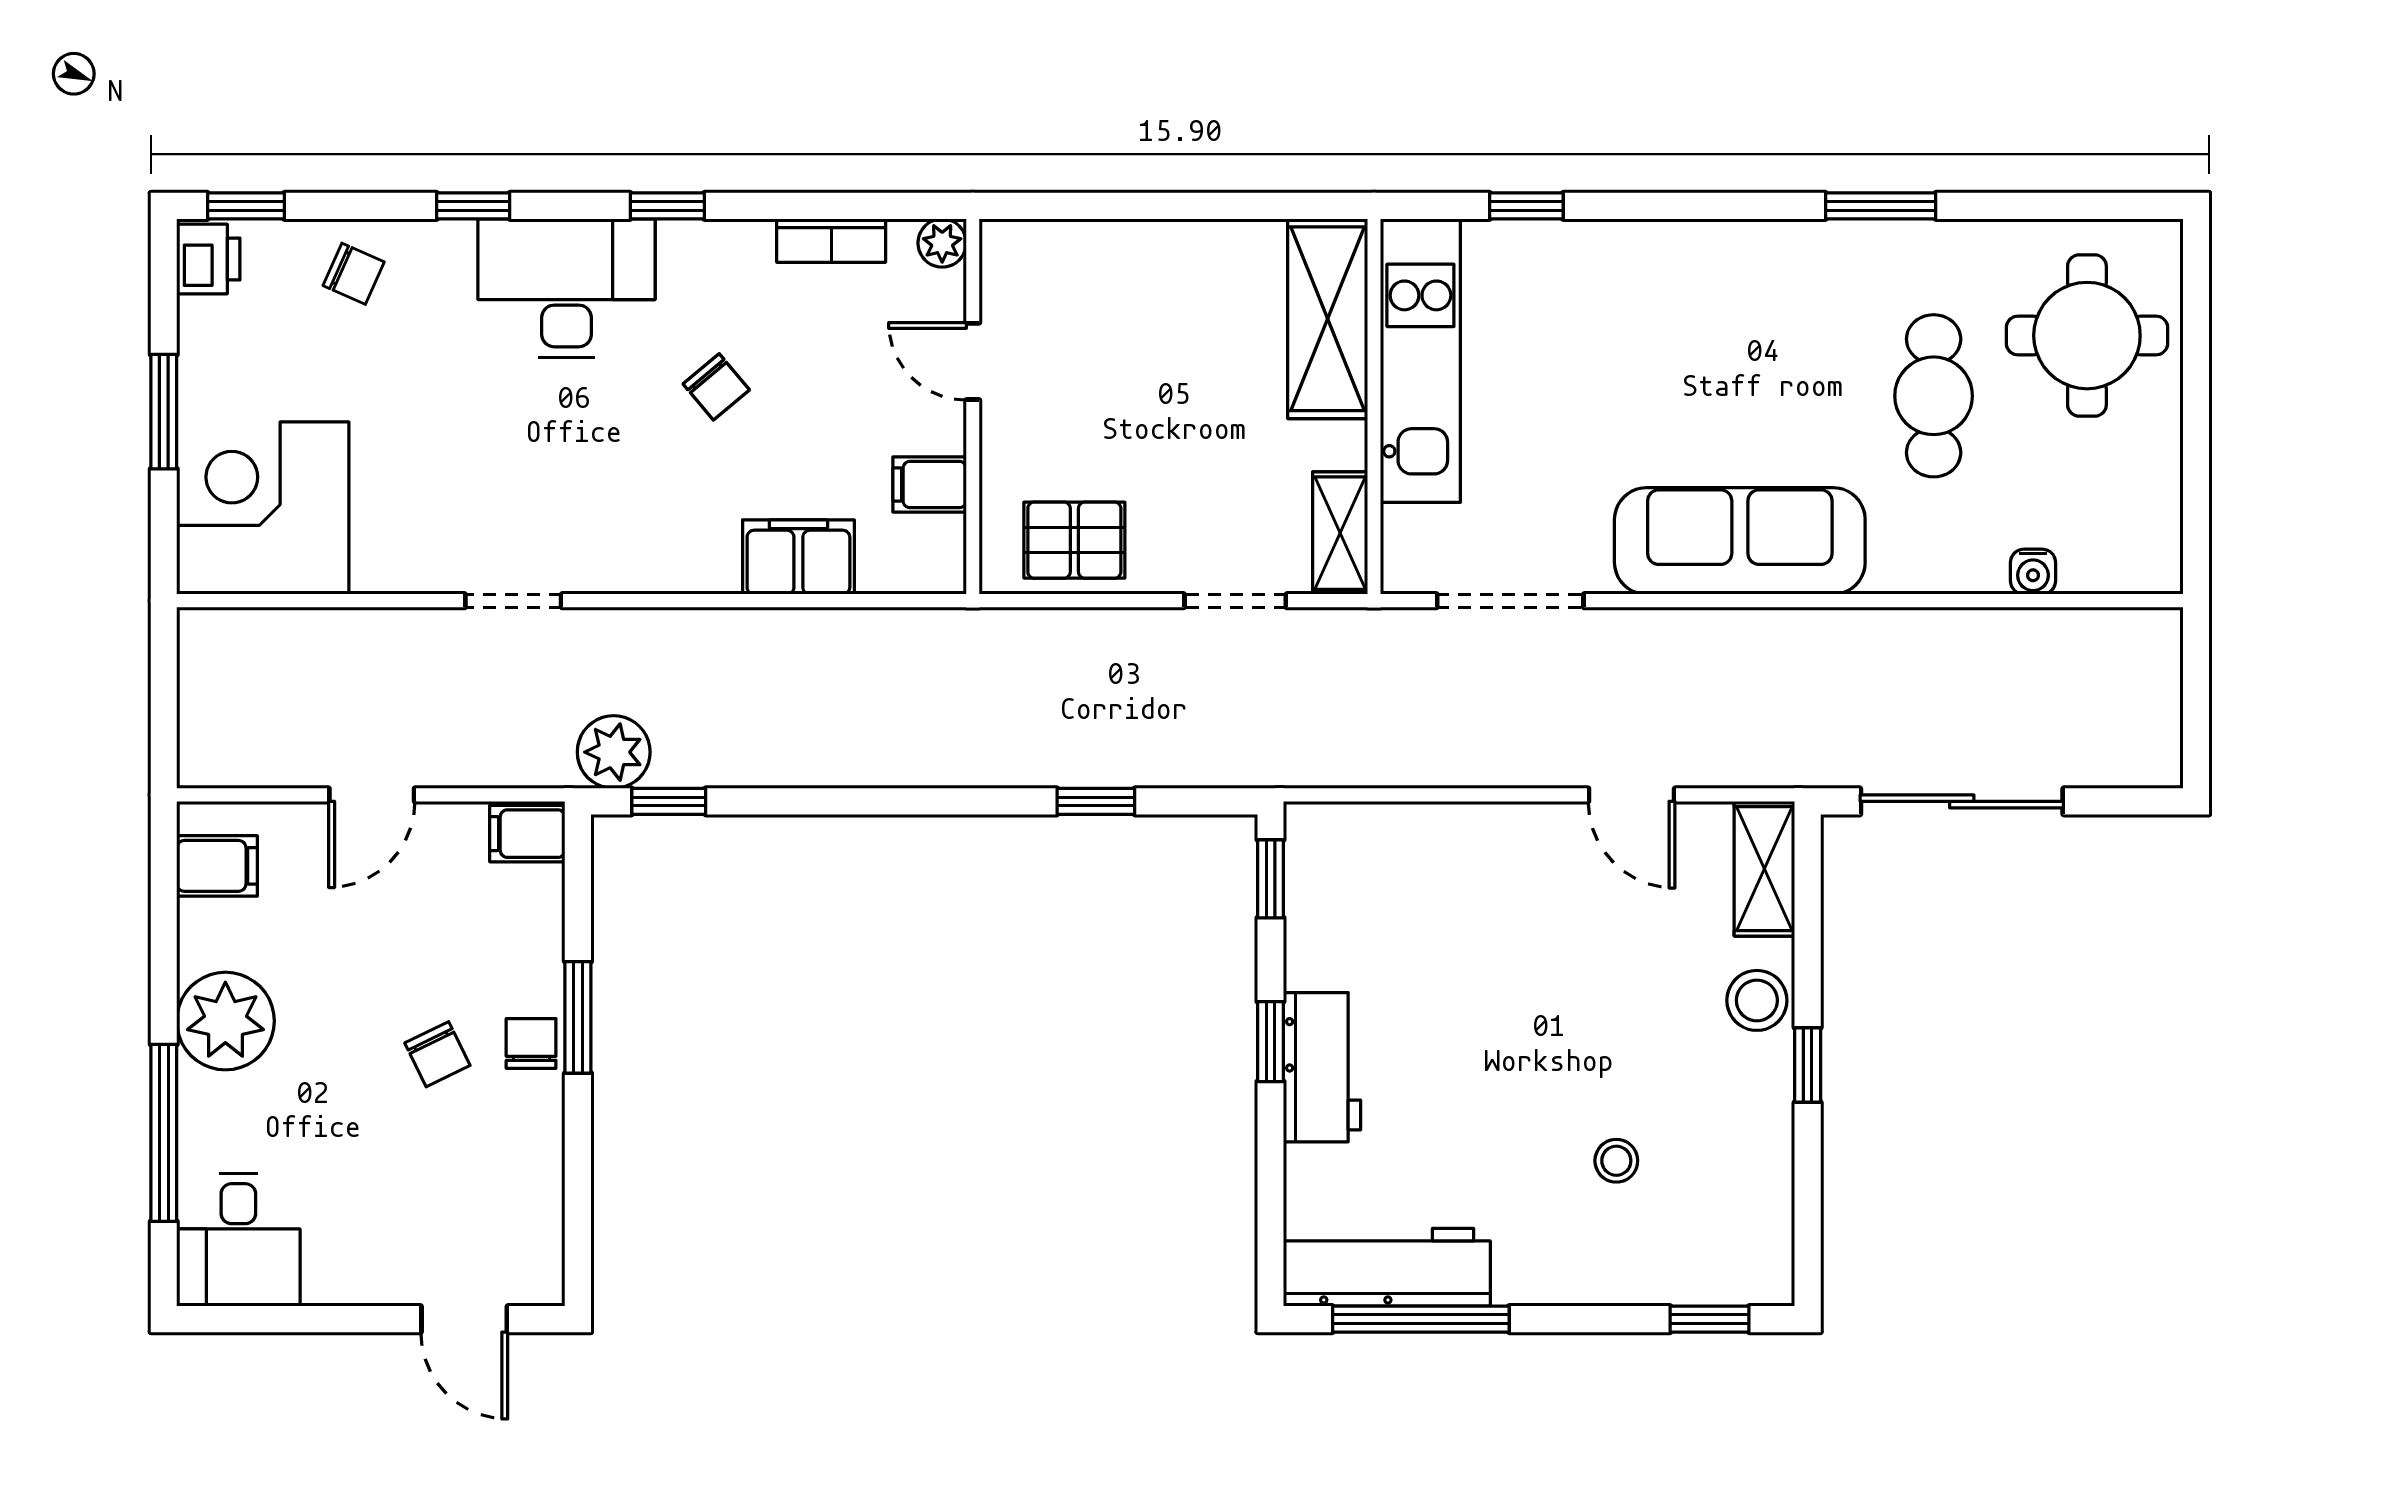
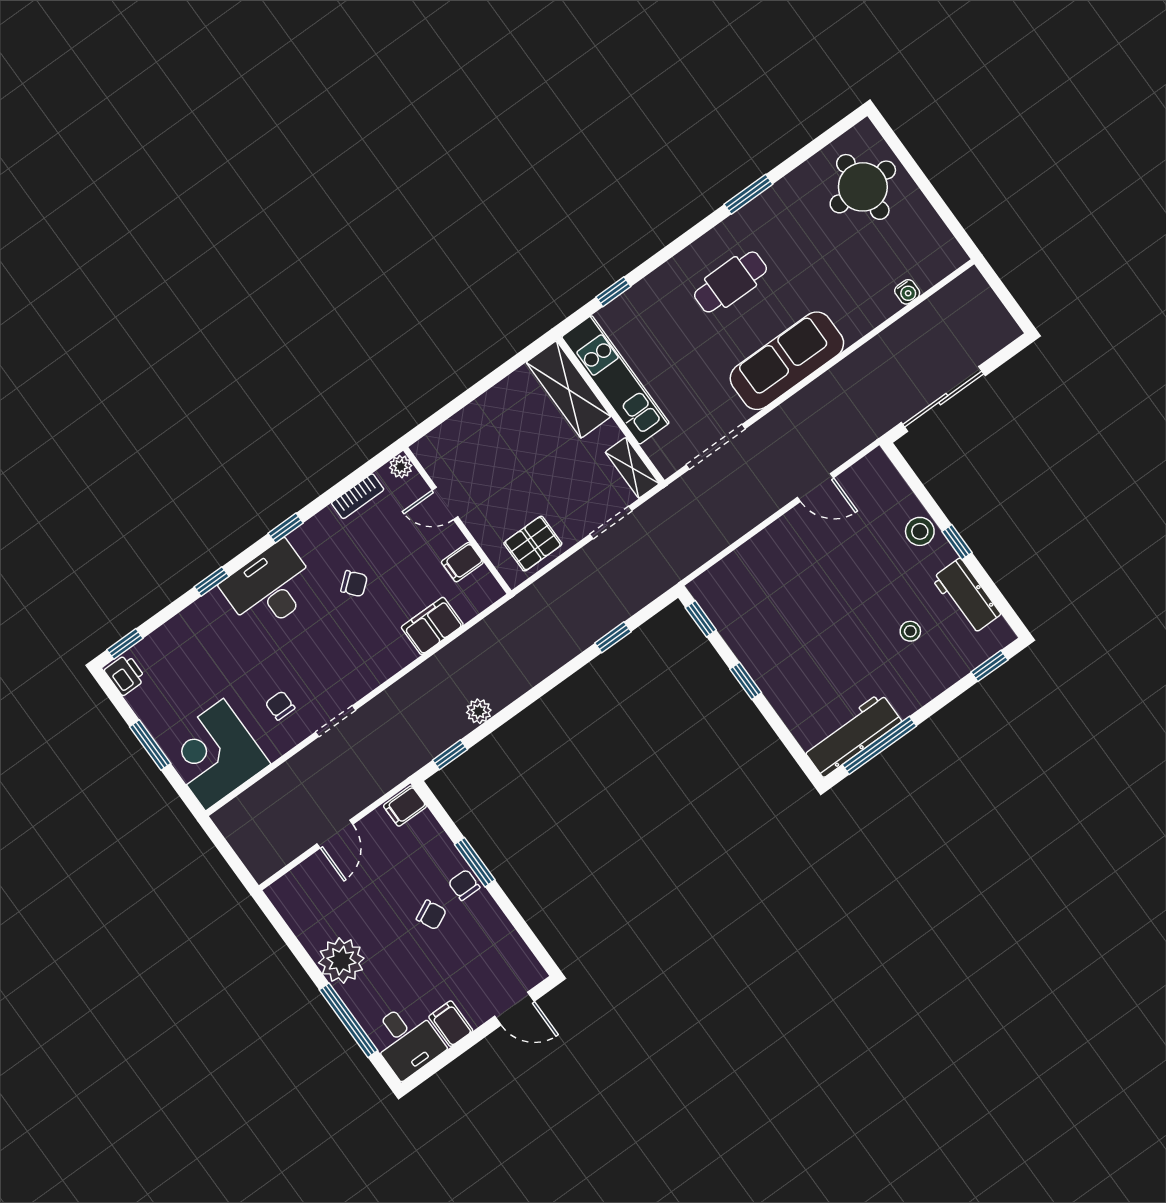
chair: (354, 274) -> (280, 706), moved, turned -114
cafe table: (1934, 396) -> (731, 282), moved, turned 90
plant: (614, 752) -> (479, 711), moved, width x0.73, depth x0.73
filing cabinet: (217, 866) -> (451, 1024), moved, turned -90
shelving: (1764, 869) -> (886, 479), removed
workbench: (1322, 1067) -> (966, 596), moved, turned 180

